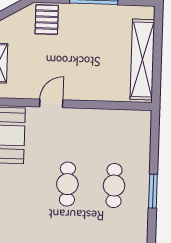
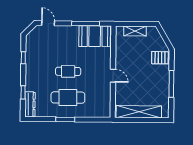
door: (51, 103) -> (113, 76), moved
cafe table: (114, 186) -> (68, 98), width x1.37, depth x1.35

